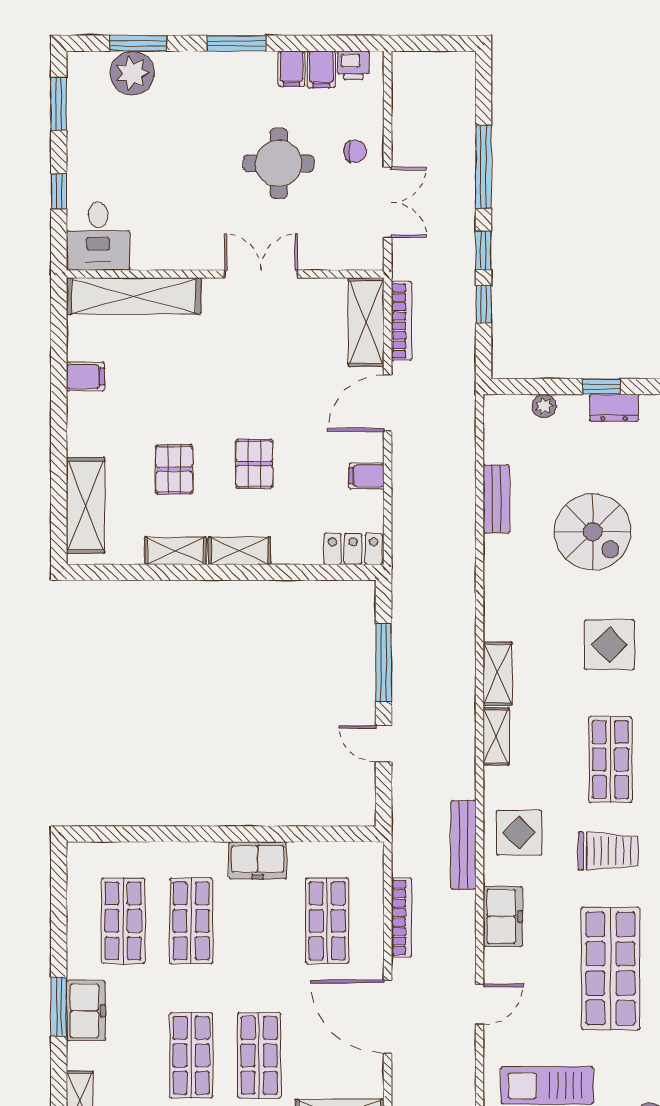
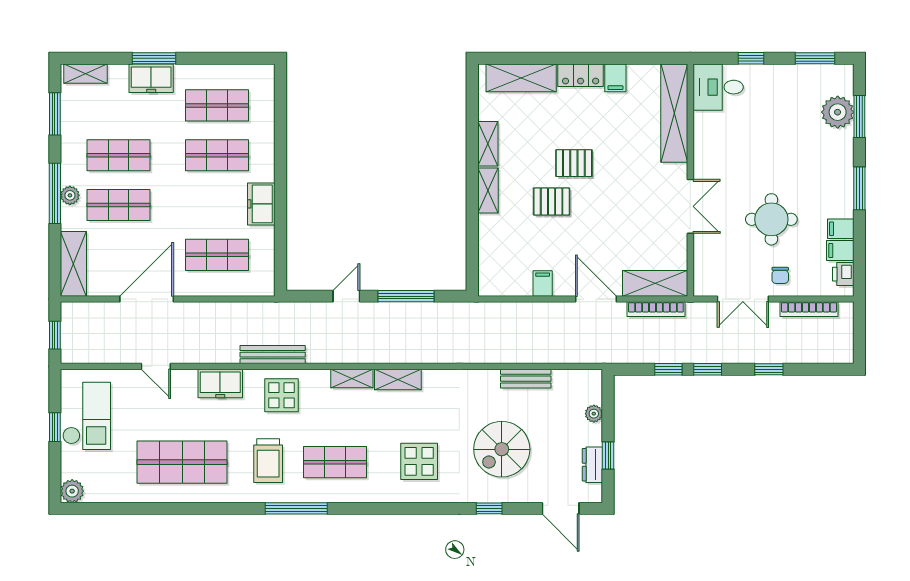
window: (484, 167) -> (769, 369), width x0.46
pallet: (174, 469) -> (574, 163), moved
locker: (353, 549) -> (581, 75), moved, turned 90
bookcase: (401, 917) -> (809, 309), moved

